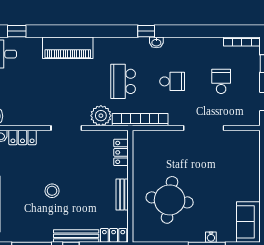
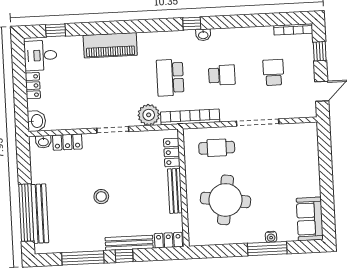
cafe table: (164, 150) -> (217, 148), added
bench: (122, 195) -> (175, 191), width x1.36

